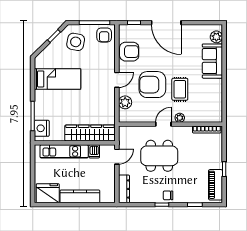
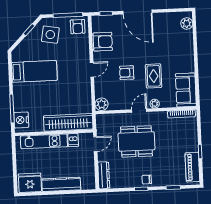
sofa: (212, 61) -> (186, 90), moved
armchair: (152, 85) -> (127, 73), width x0.53, depth x0.53
plant: (125, 102) -> (102, 104), moved

